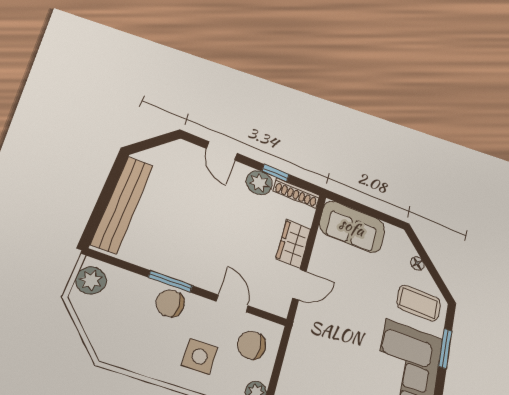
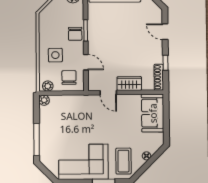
door: (222, 151) -> (165, 32), hinge flipped
plant: (259, 183) -> (156, 56), removed
chair: (170, 303) -> (75, 34), turned 180
door: (232, 303) -> (86, 62), hinge flipped

